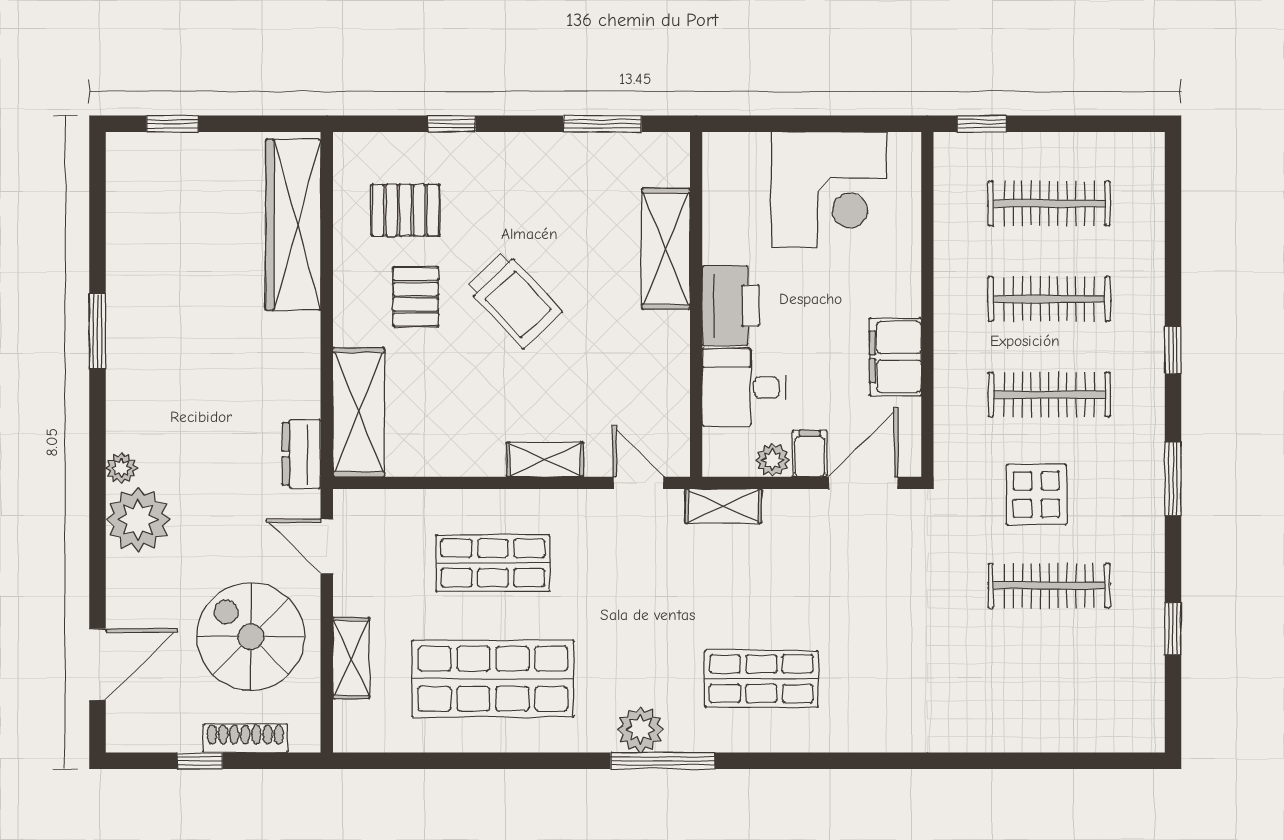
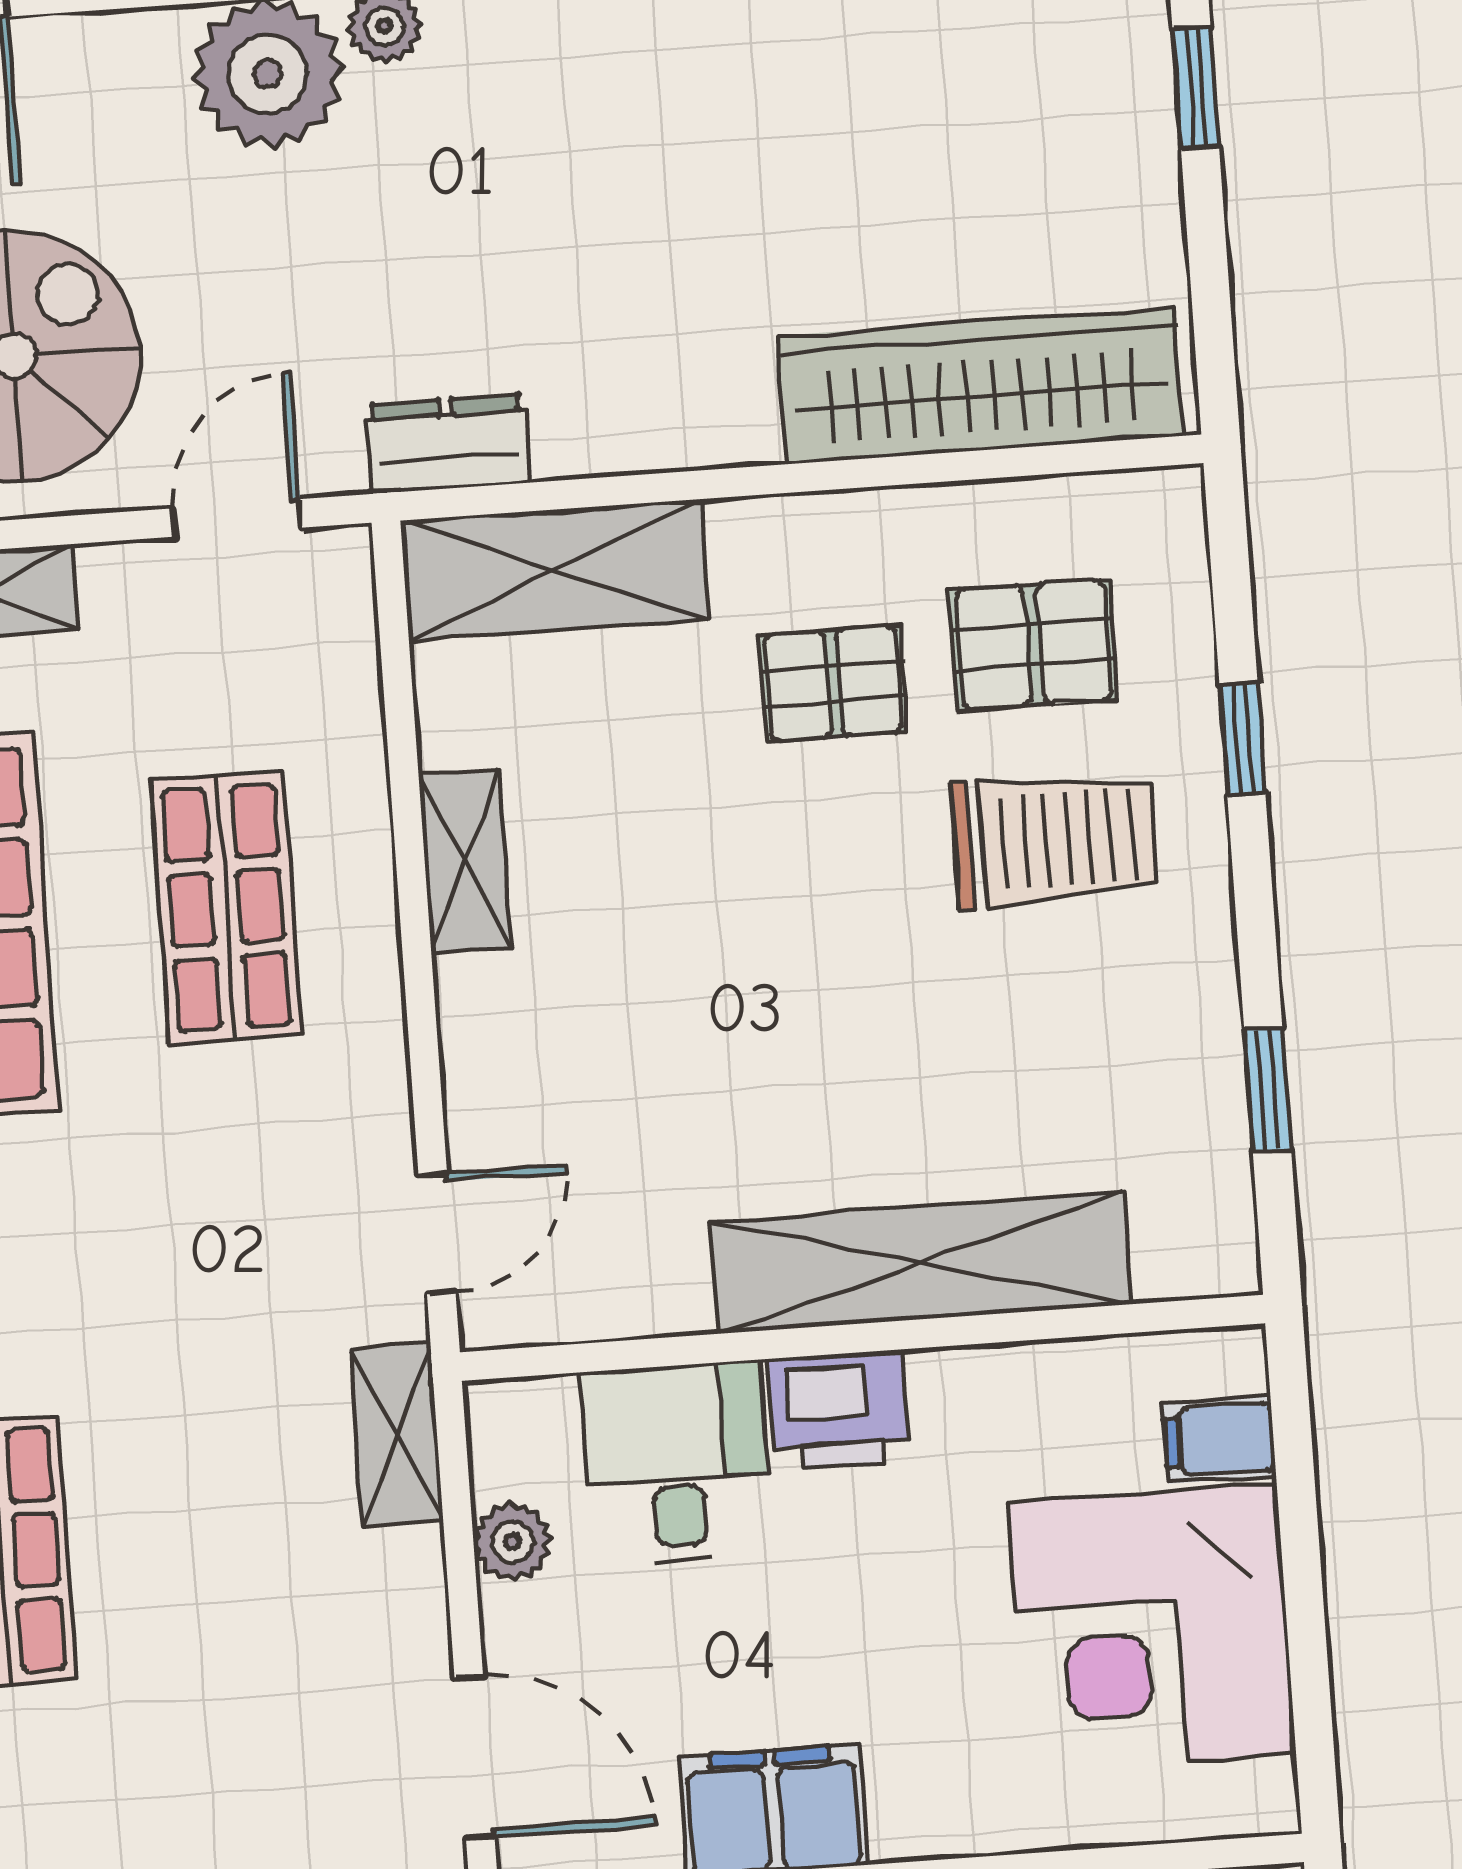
window: (602, 124) -> (1268, 1089), width x0.67
pallet: (405, 210) -> (1034, 645), turned 90
shelving: (666, 249) -> (921, 1263), width x1.47
trolley: (514, 300) -> (1054, 840), moved, turned -137
printer: (731, 306) -> (839, 1410), width x0.73, depth x0.84
filing cabinet: (810, 454) -> (1219, 1439), moved, turned 180
shelving: (545, 460) -> (465, 861), moved

